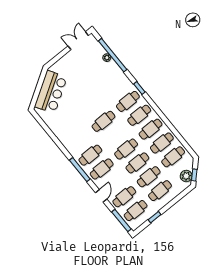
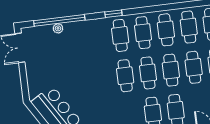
cafe table: (115, 135) -> (148, 73), added

